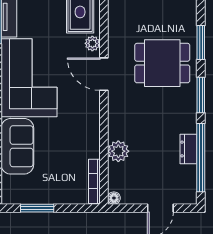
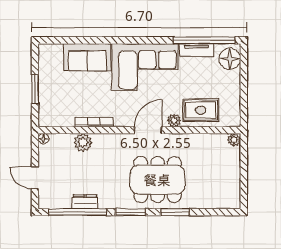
dining table: (162, 63) -> (157, 180), width x1.38
bookcase: (94, 181) -> (94, 122), moved
window: (37, 208) -> (35, 89), moved

